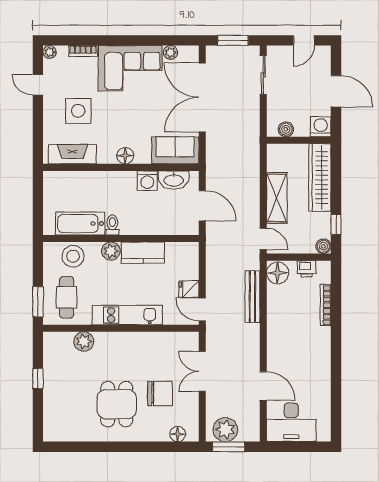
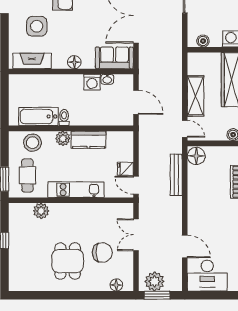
washbasin: (174, 180) -> (107, 79), width x0.52, depth x0.69
printer: (307, 269) -> (220, 153), removed

